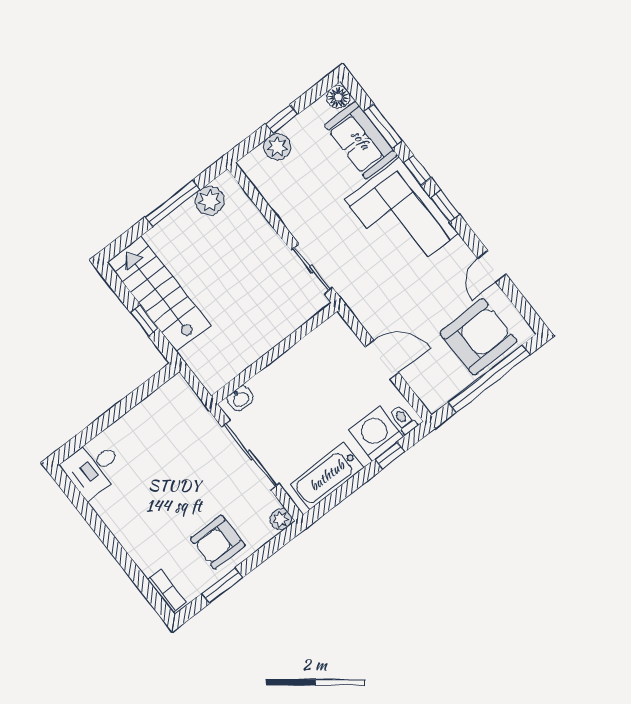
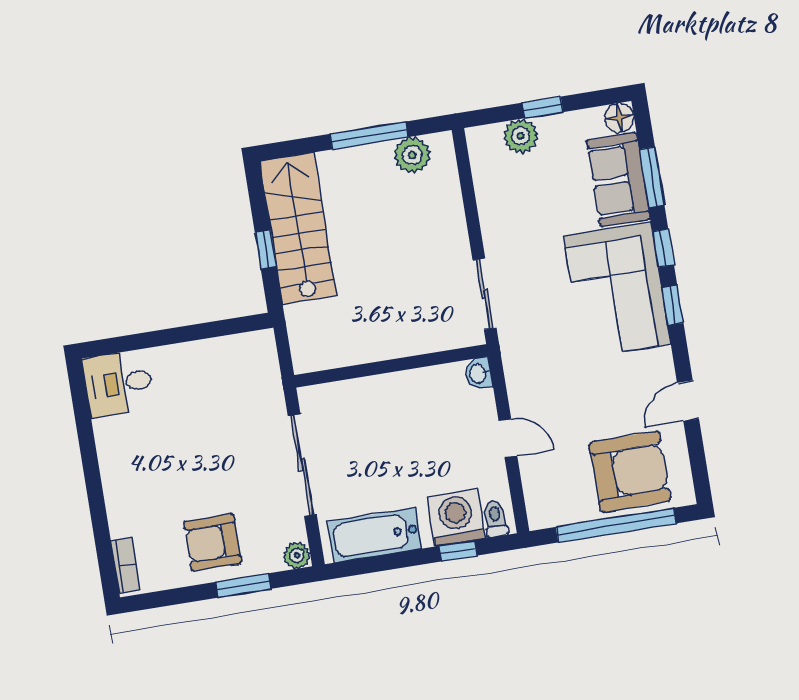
door: (382, 360) -> (508, 438), width x0.73
washbasin: (240, 398) -> (479, 373), moved, turned 90
window: (222, 586) -> (243, 585), moved

